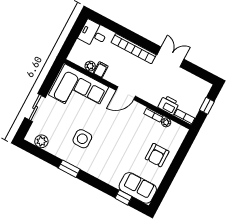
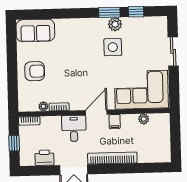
desk: (93, 34) -> (74, 128), moved, turned -90
filing cabinet: (101, 70) -> (115, 122), moved
printer: (168, 105) -> (44, 158), moved, turned 180
plant: (41, 141) -> (115, 24), moved
armchair: (157, 155) -> (35, 71), turned 90
window: (123, 197) -> (136, 12), moved

